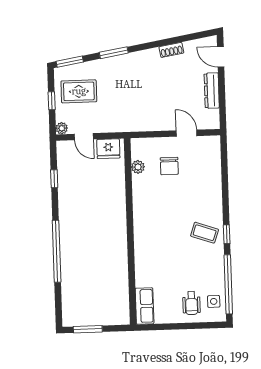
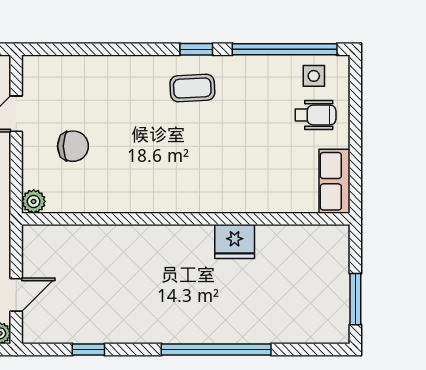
fridge: (108, 149) -> (235, 241), moved, turned 90
plant: (138, 167) -> (34, 201), moved
coffee table: (205, 233) -> (192, 88), turned 68
row of seats: (145, 306) -> (334, 181), moved, turned -90

